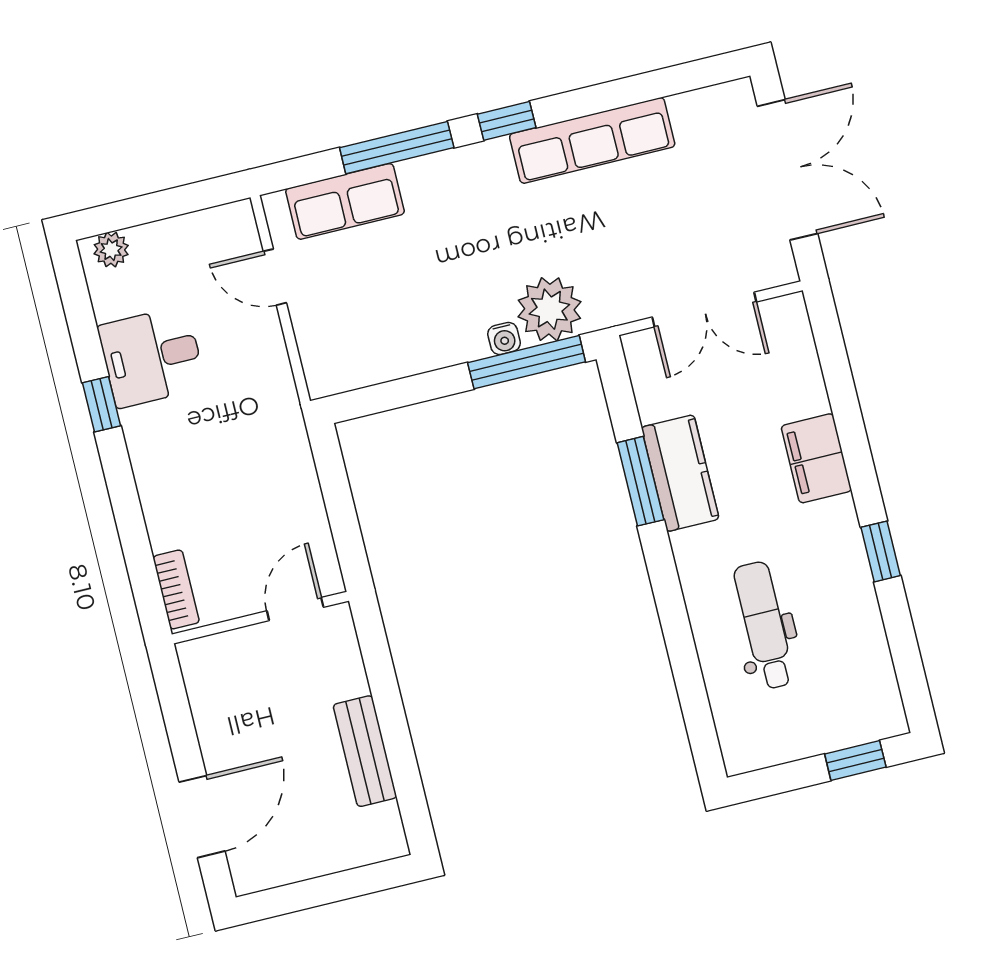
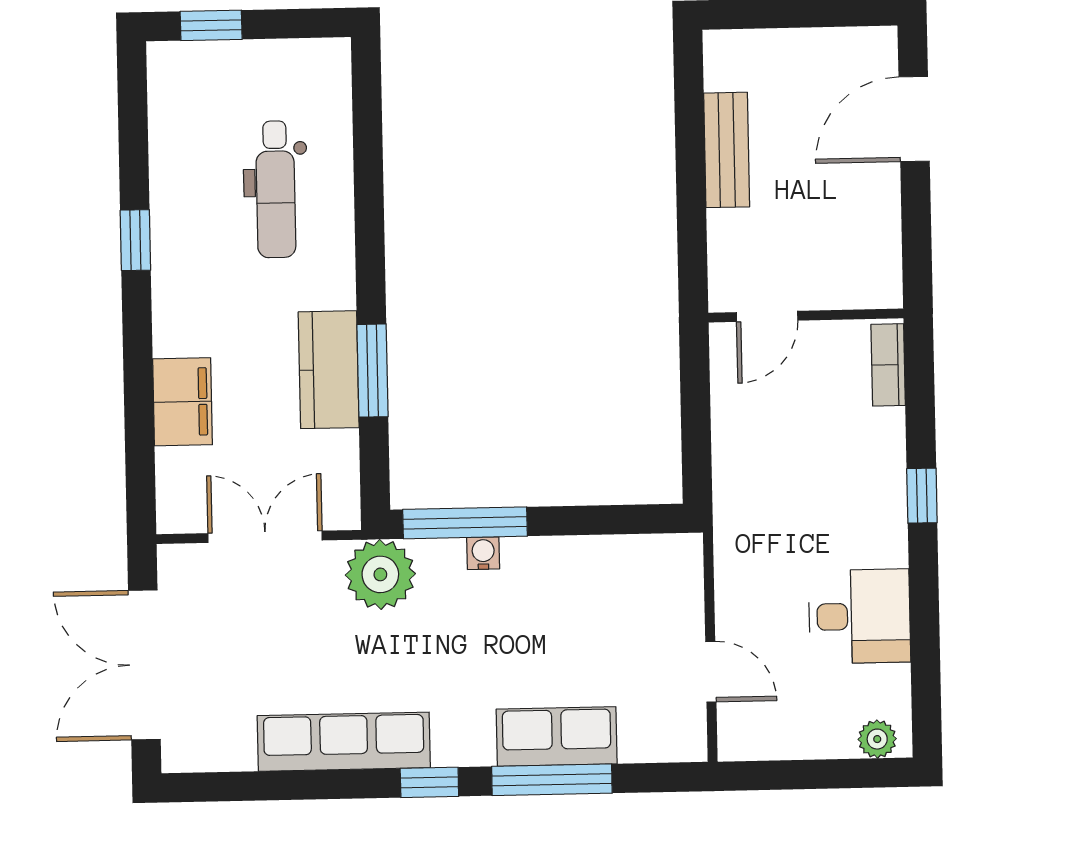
row of seats: (345, 201) -> (557, 736), moved
plant: (549, 309) -> (380, 574), moved
window: (101, 404) -> (922, 496), moved
filing cabinet: (816, 458) -> (182, 402), moved

